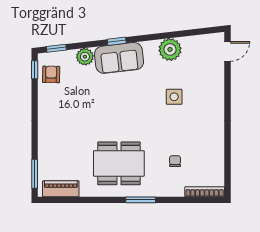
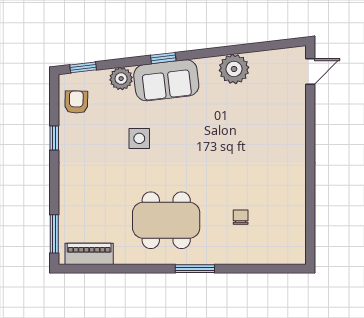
window: (35, 70) -> (54, 138), moved
side table: (174, 97) -> (139, 138), moved
bookcase: (205, 192) -> (280, 258), removed

